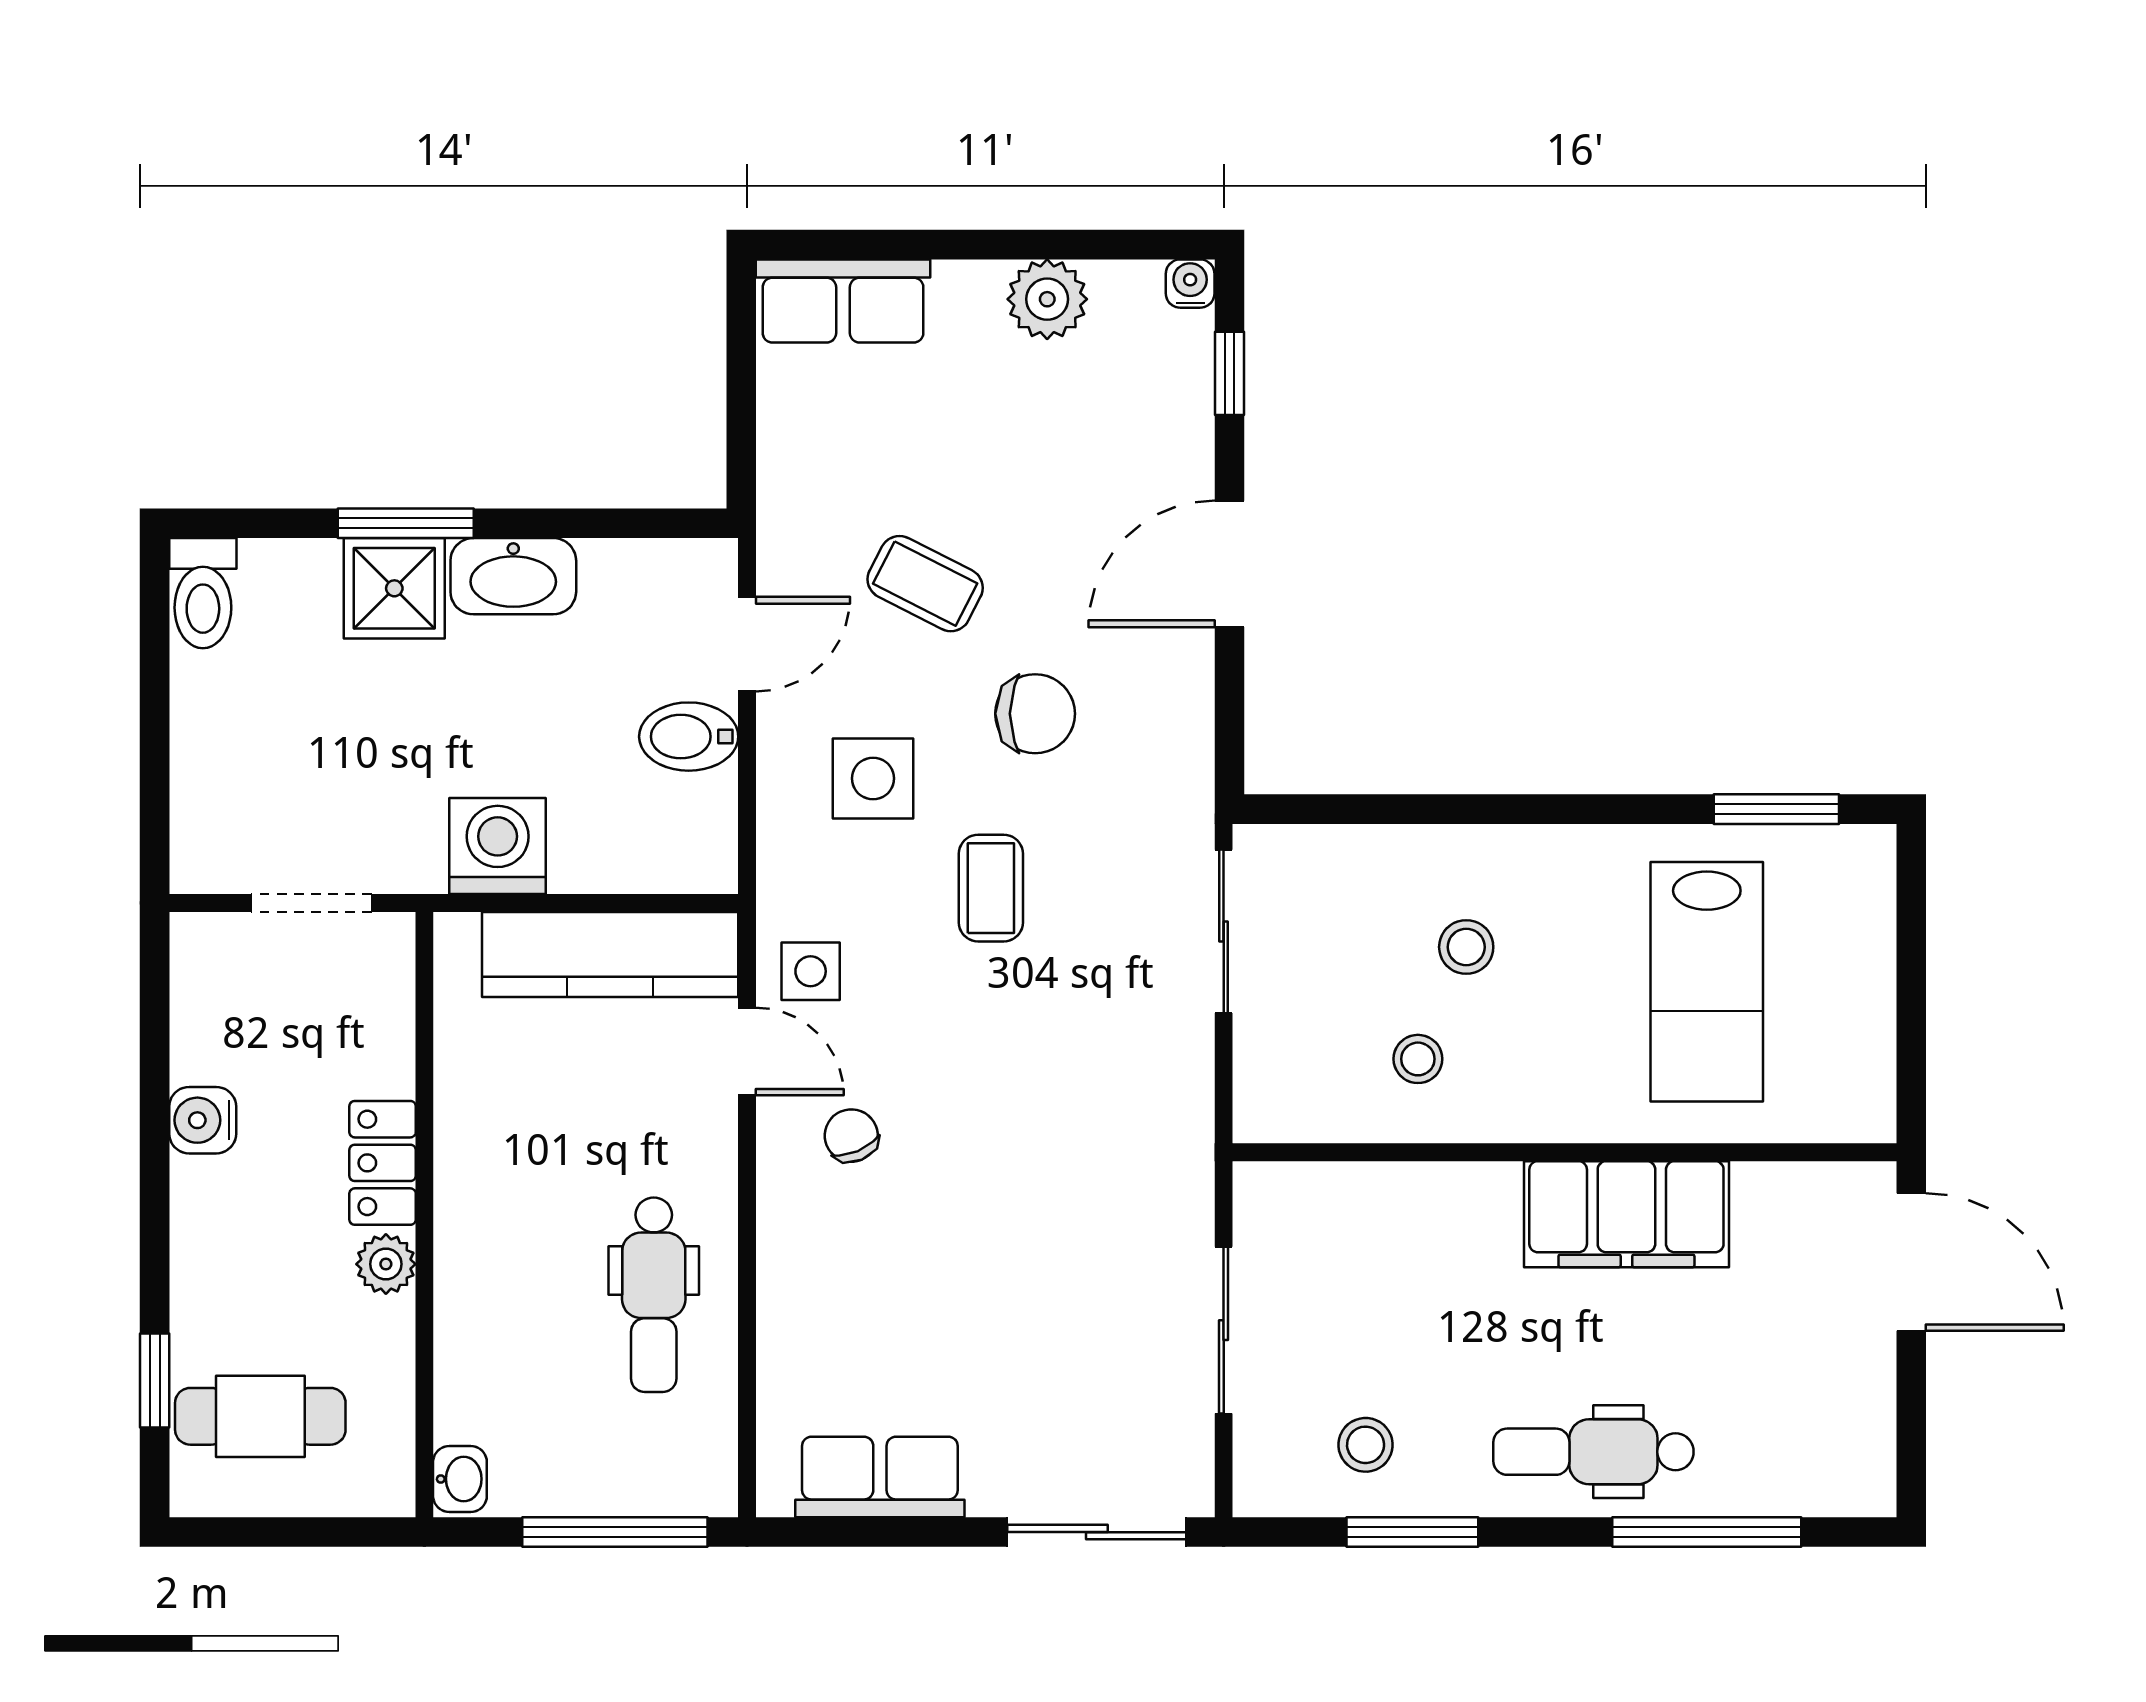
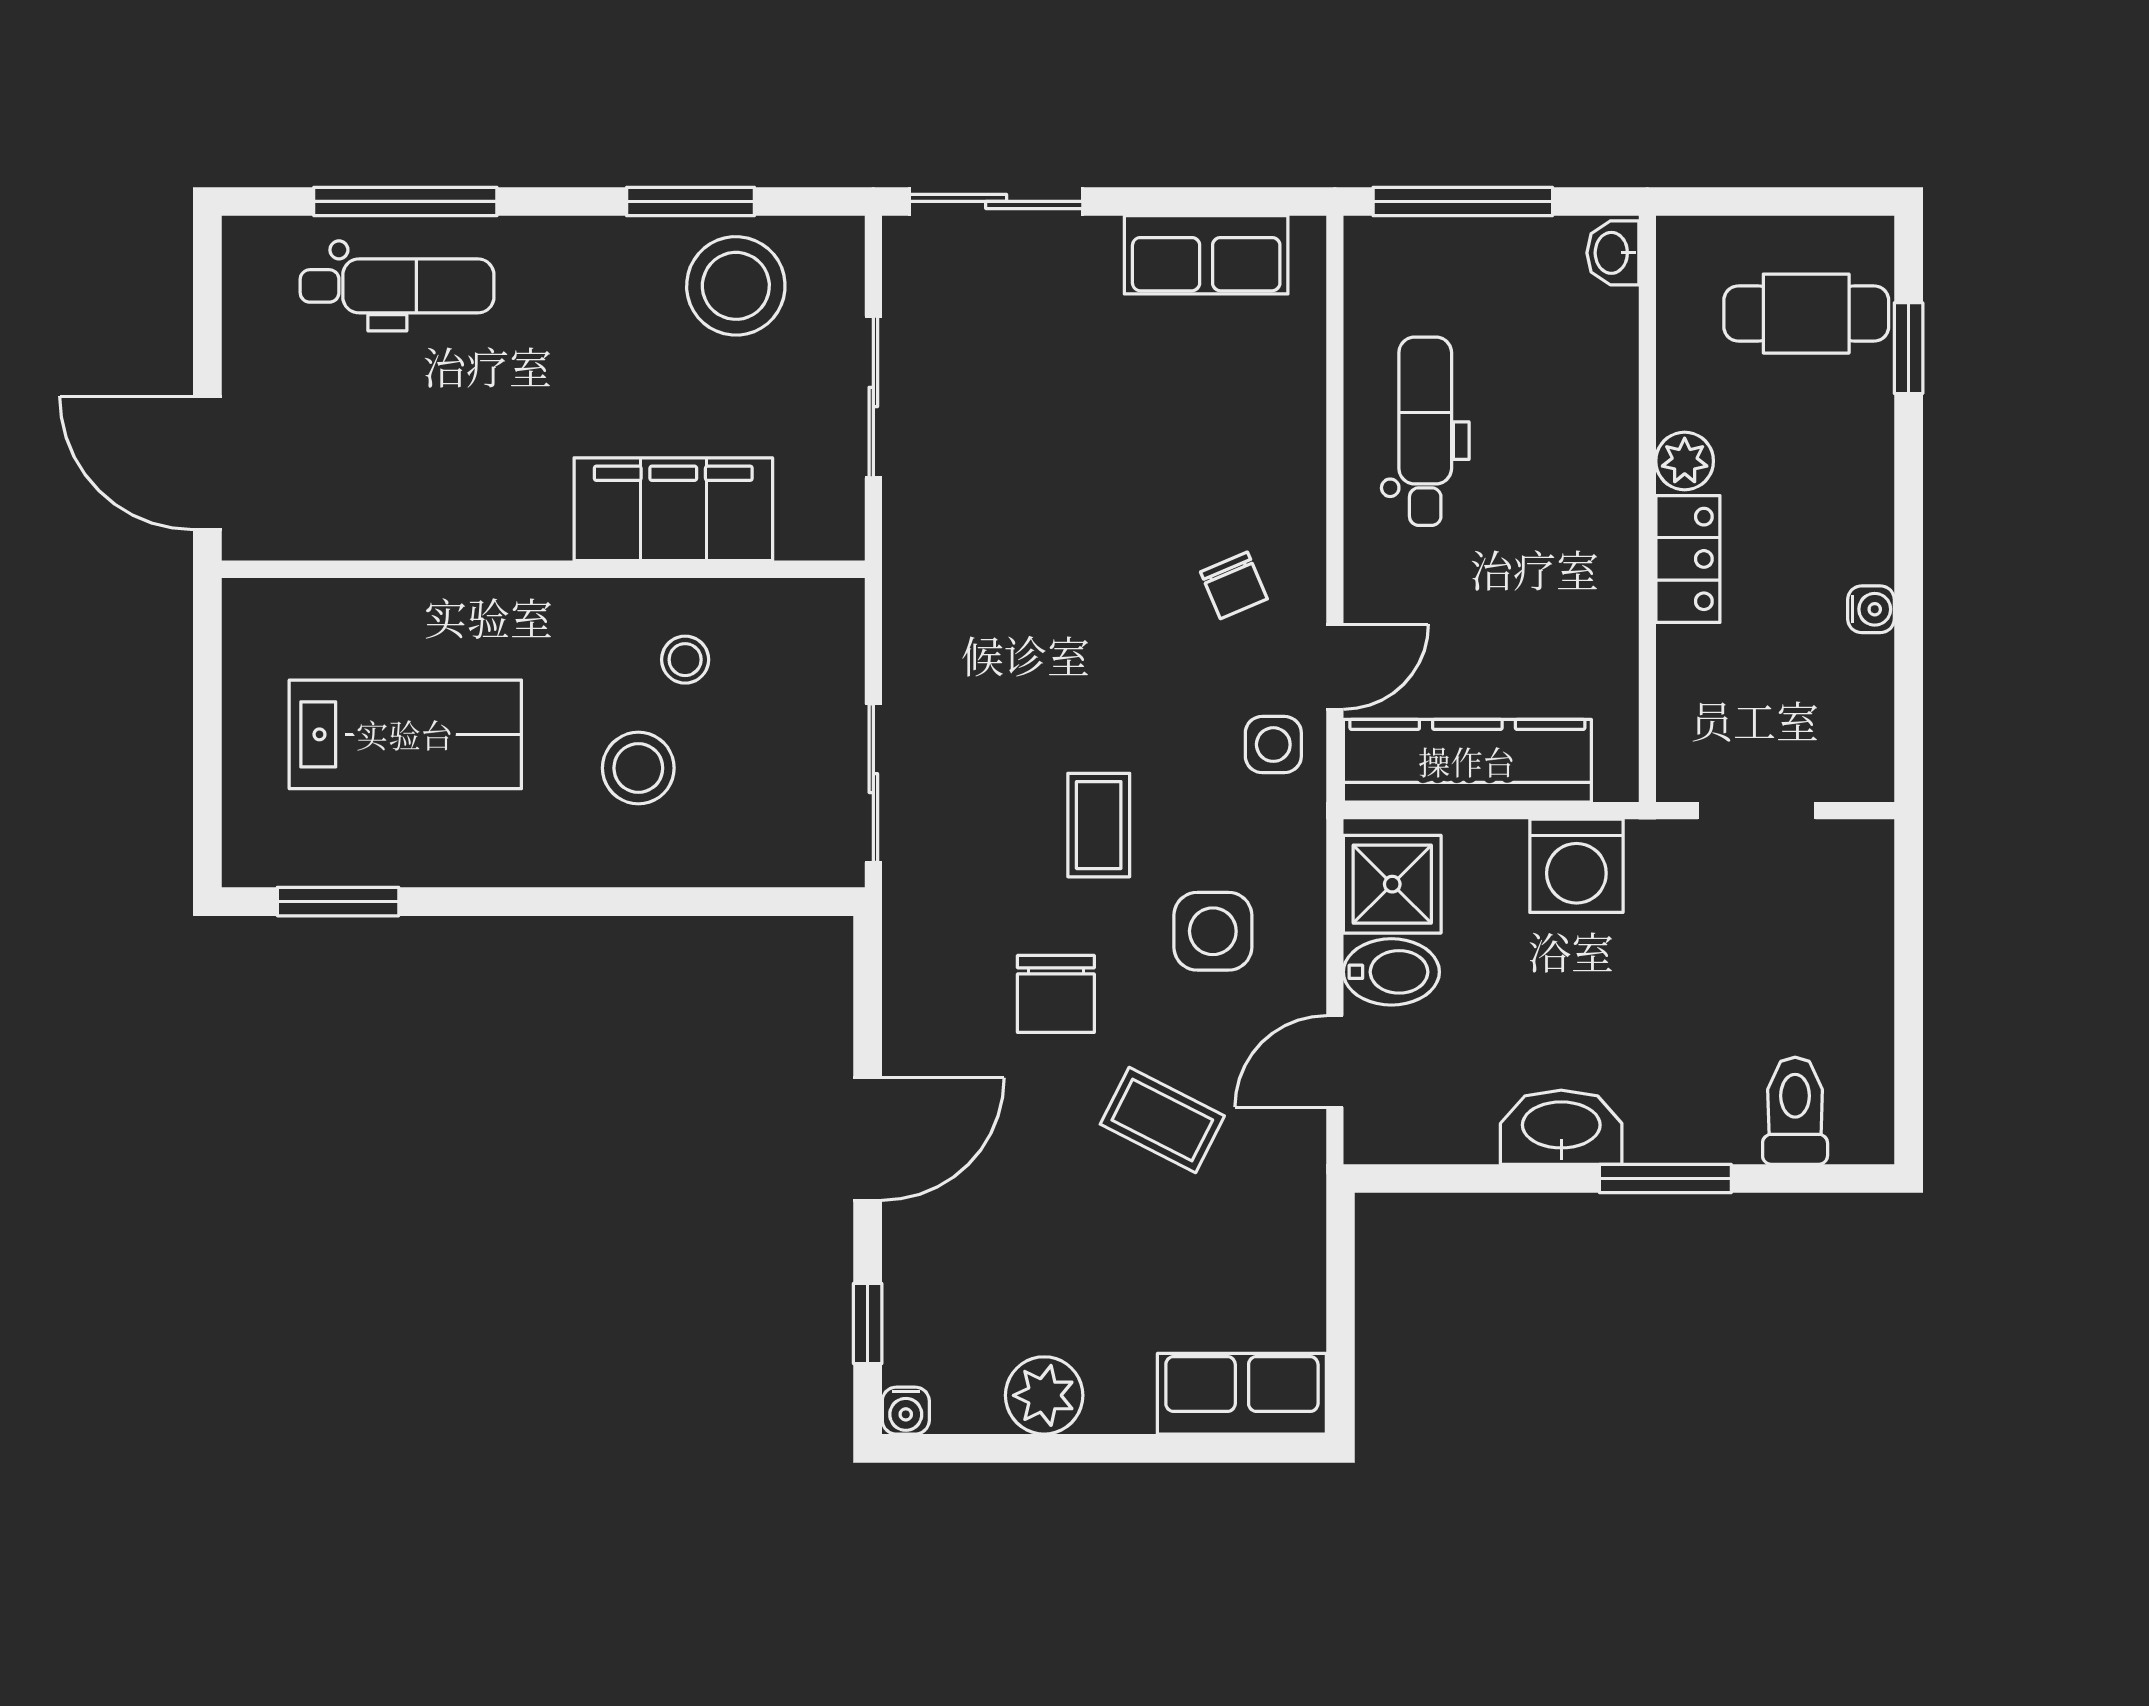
shower: (394, 588) -> (1392, 884), moved
toilet: (203, 593) -> (1795, 1111), moved
chair: (1035, 714) -> (1056, 994), turned -90
stool: (1466, 947) -> (638, 768), width x1.37, depth x1.37
lab bench: (1707, 982) -> (405, 734), turned 90
door: (747, 1052) -> (1335, 667), swing flipped
water cooler: (203, 1120) -> (1871, 609), width x0.72, depth x0.72
filing cabinet: (1626, 1214) -> (673, 509), moved
stool: (1366, 1445) -> (736, 286), width x1.89, depth x1.89
dental chair: (1593, 1452) -> (397, 286), moved

